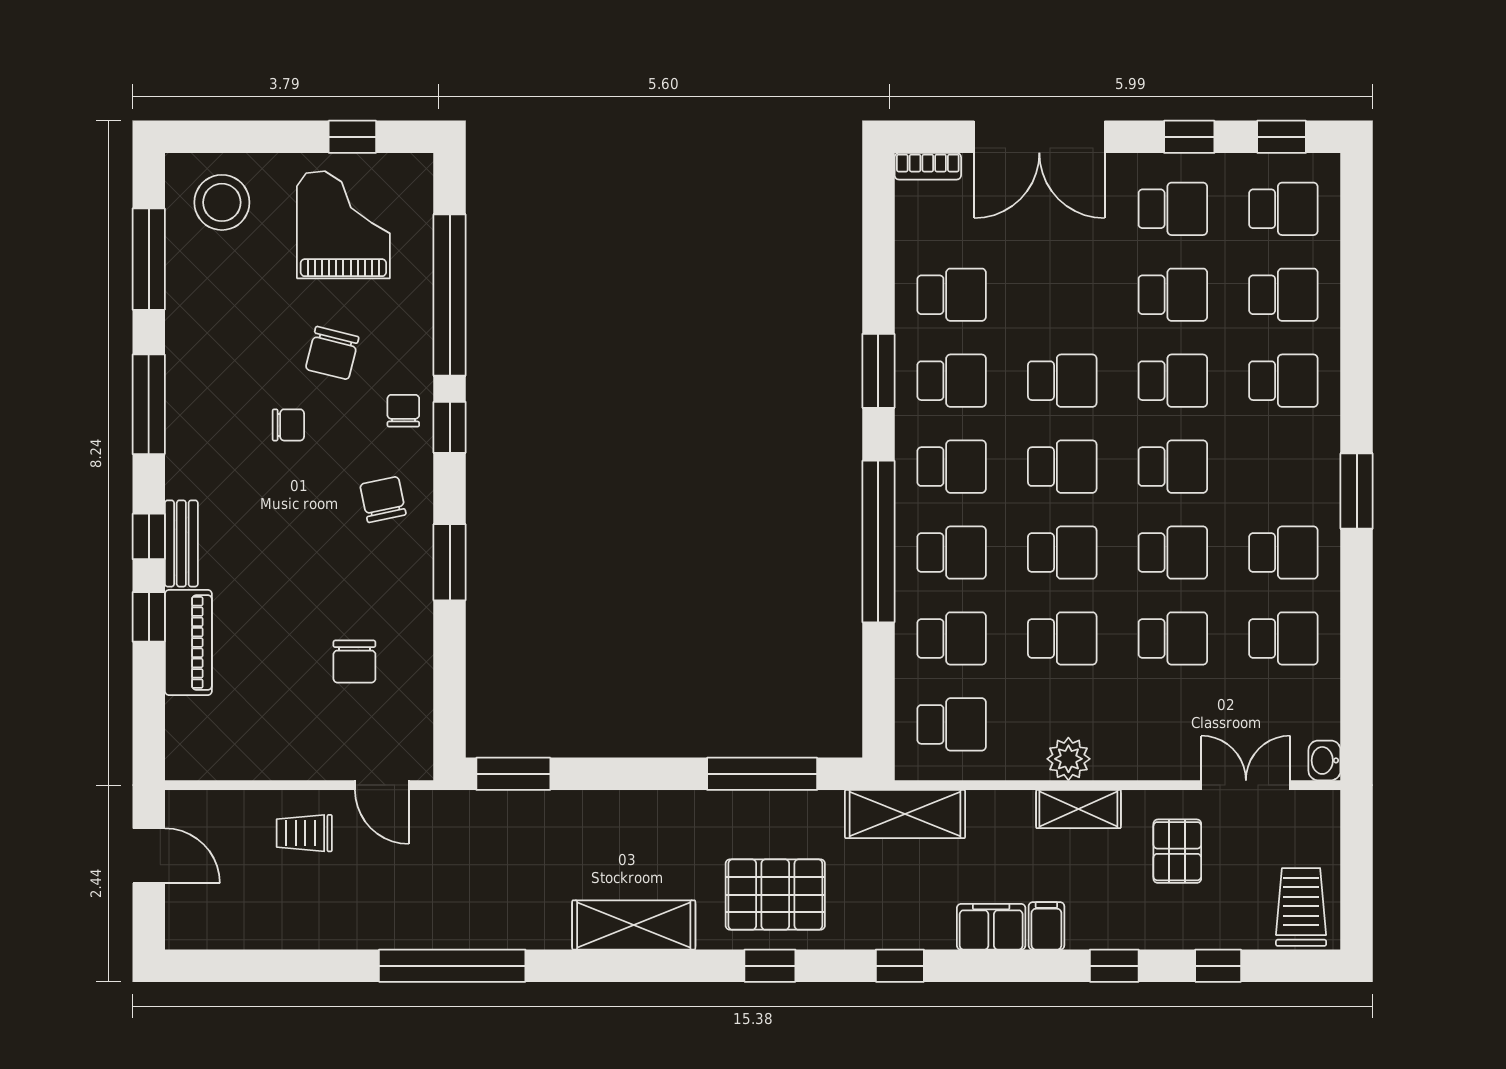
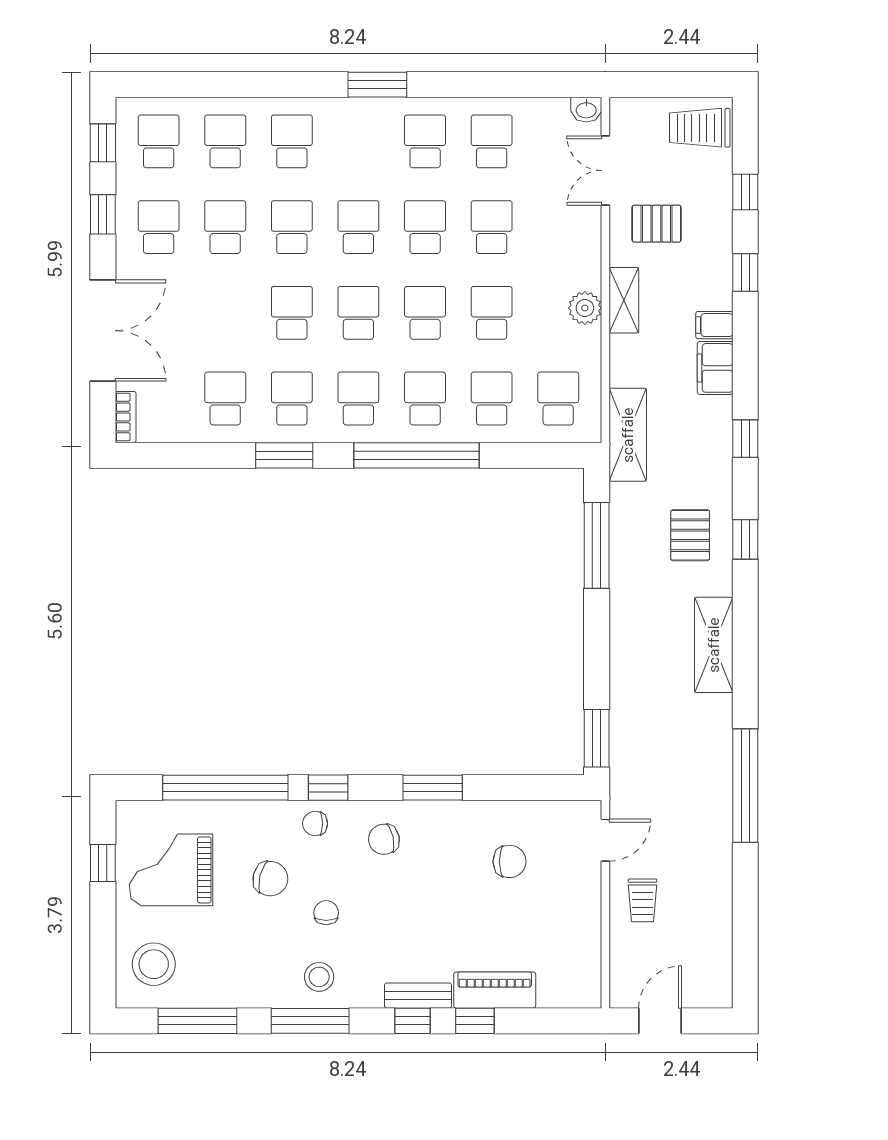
stool: (205, 416) -> (319, 977), added
pallet: (775, 895) -> (690, 535), width x0.67, depth x0.71

